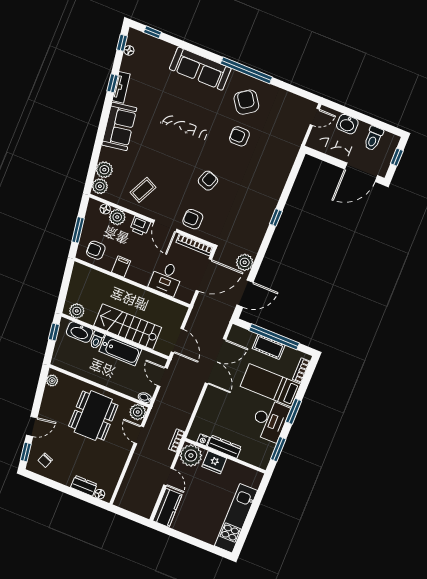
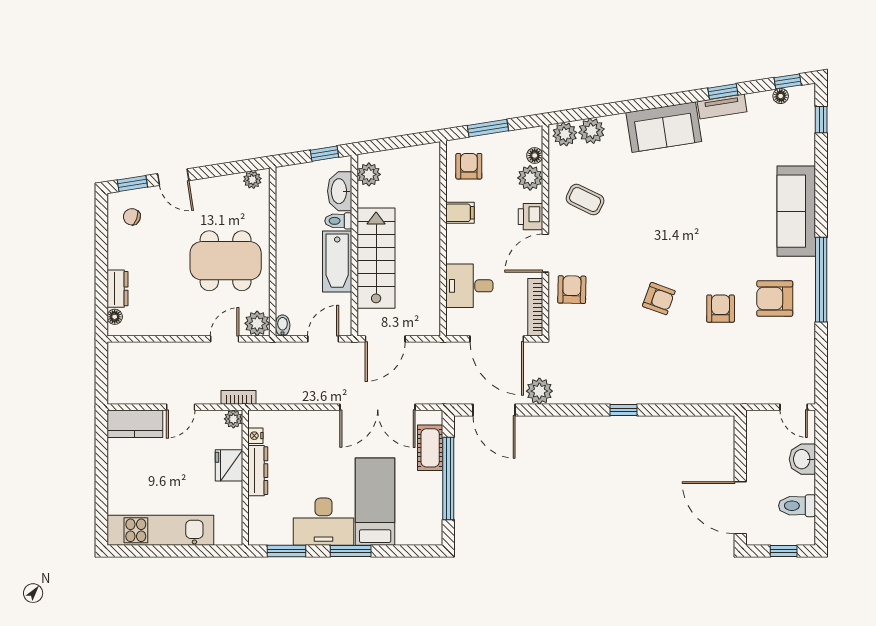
armchair: (246, 102) -> (775, 298), turned -145
armchair: (208, 181) -> (659, 299), moved
cot: (269, 347) -> (430, 448), moved
bookcase: (301, 370) -> (415, 538), removed
plant: (191, 455) -> (233, 419), width x0.53, depth x0.53

